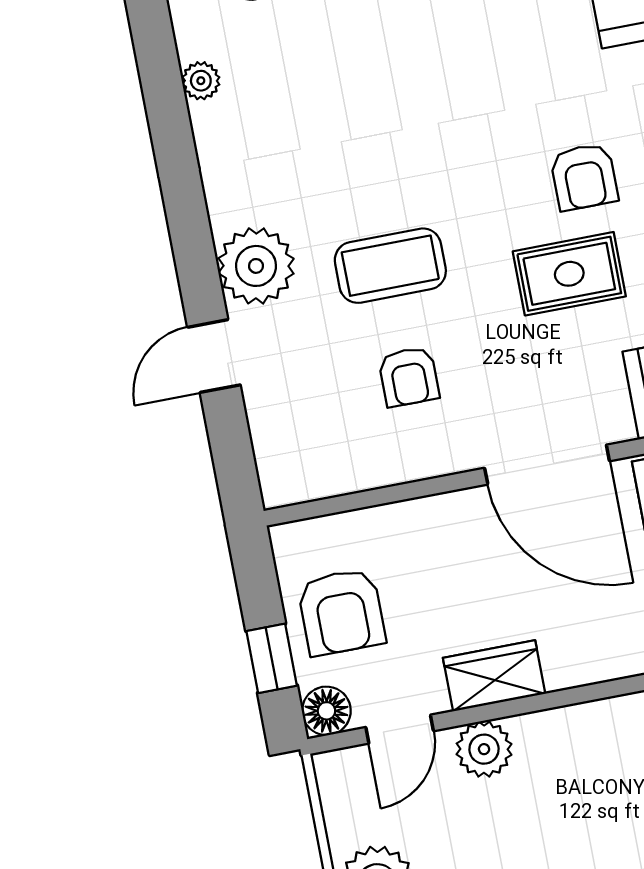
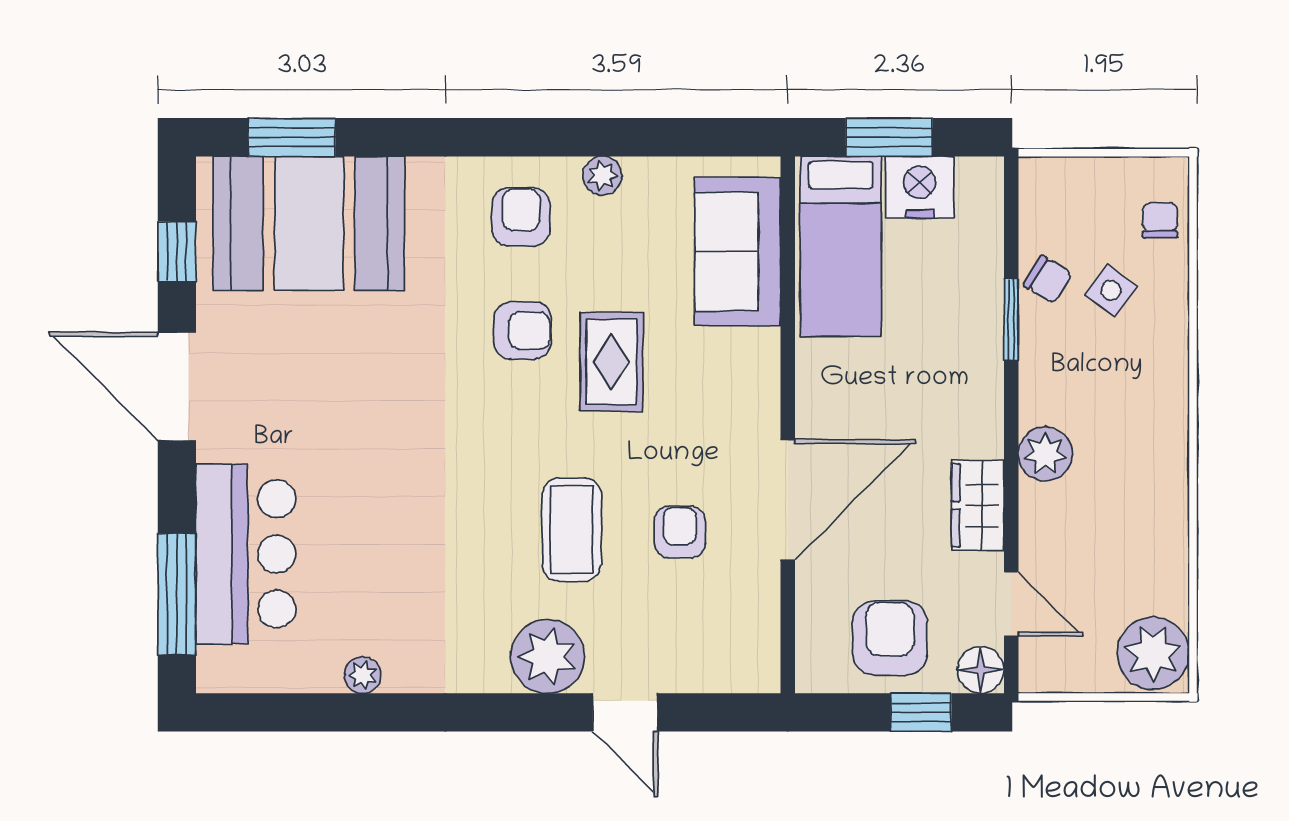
armchair: (409, 377) -> (680, 532), turned -90
door: (547, 465) -> (788, 500), moved
armchair: (341, 612) -> (890, 638), turned -90
plant: (484, 749) -> (1045, 454), moved

